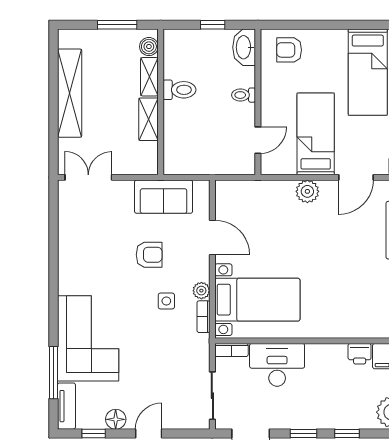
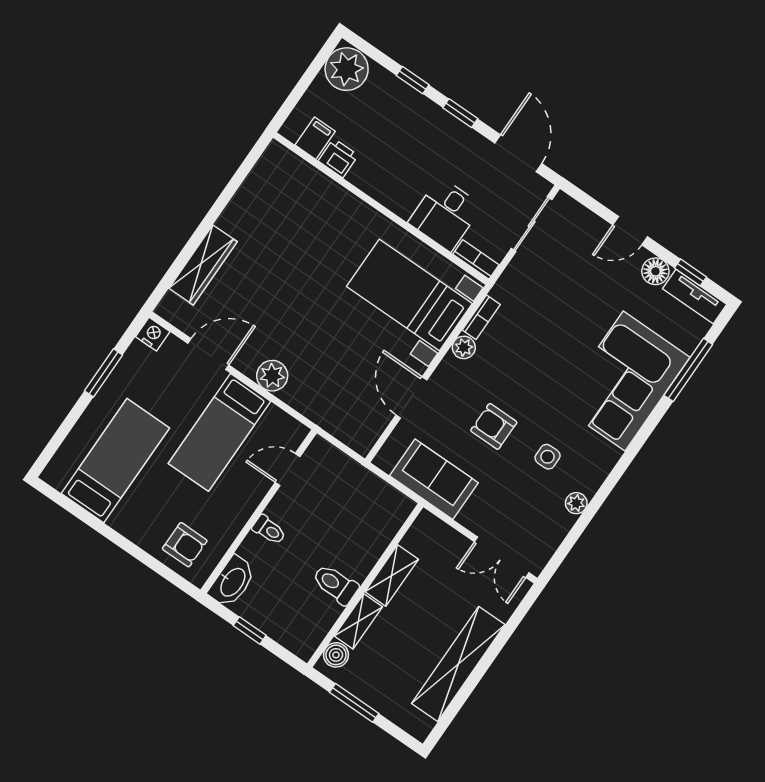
plant: (66, 243) -> (576, 503), added
side table: (166, 301) -> (548, 457), moved
desk: (277, 365) -> (445, 214), width x0.73
tv unit: (66, 406) -> (695, 296), moved, turned -90

